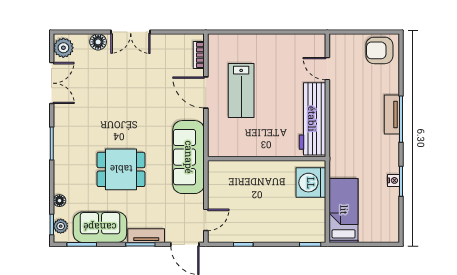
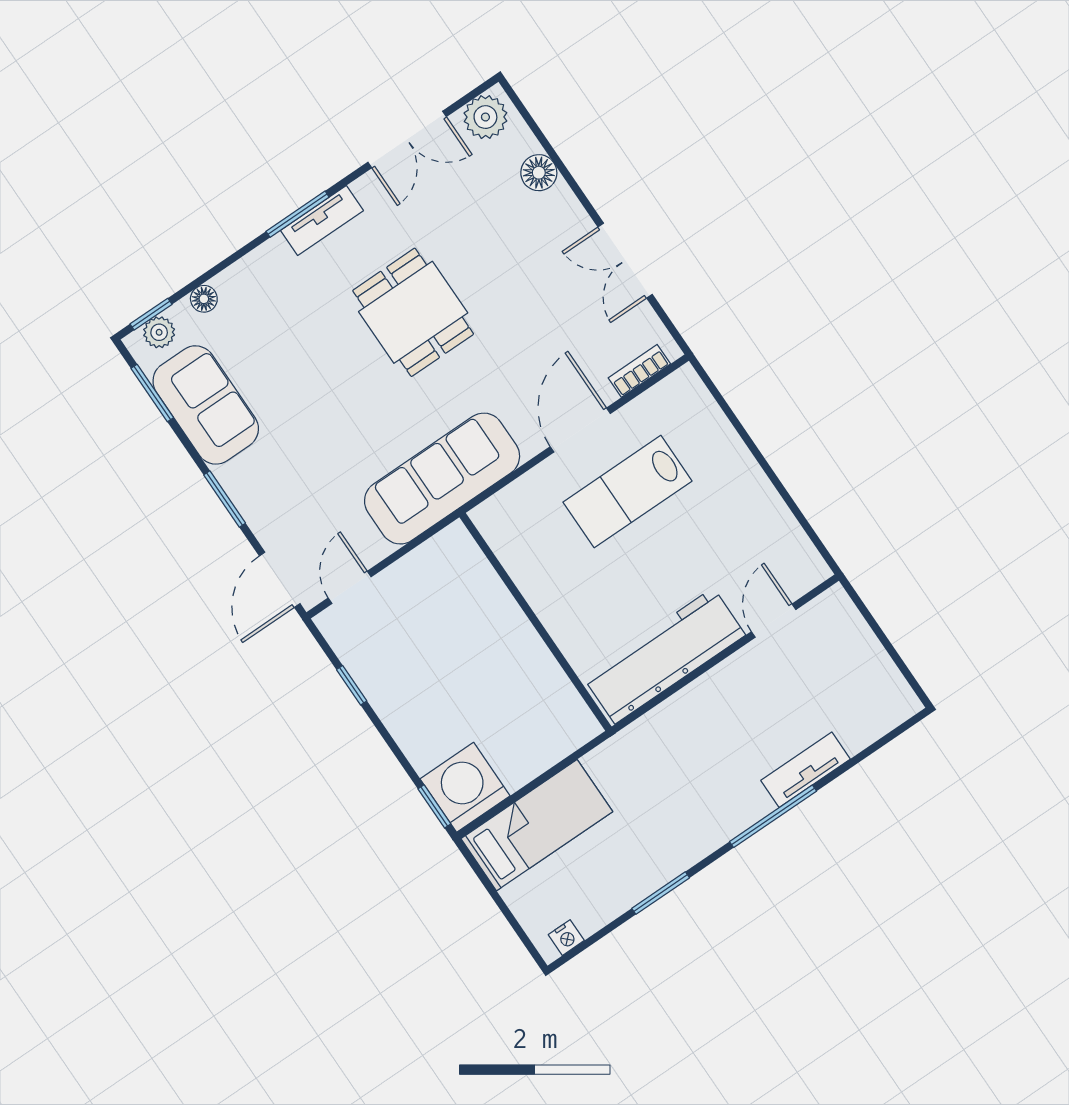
double door: (131, 32) -> (625, 261), moved
armchair: (379, 50) -> (871, 692), removed
tv unit: (392, 115) -> (806, 770), moved
dining table: (121, 169) -> (413, 312), moved
nightstand: (394, 180) -> (566, 938), moved
washing machine: (311, 183) -> (465, 787), moved
door: (206, 220) -> (350, 587), swing flipped
tv unit: (146, 236) -> (322, 221), moved, turned 90

